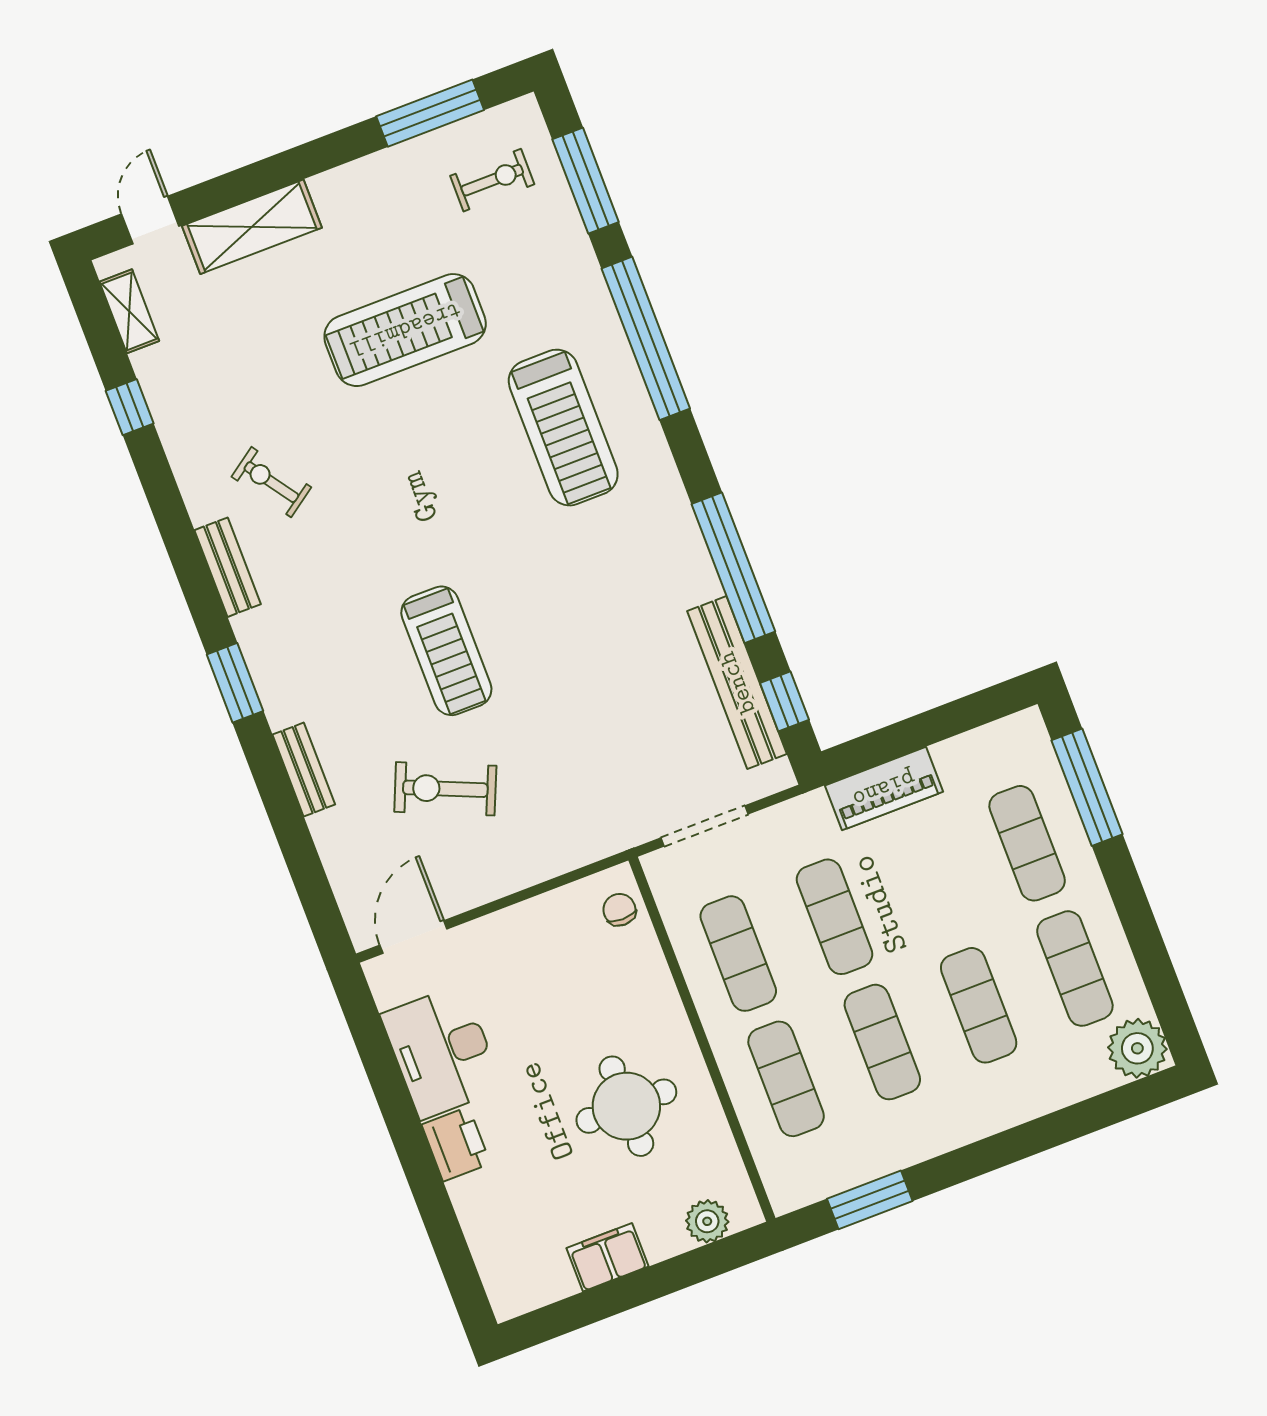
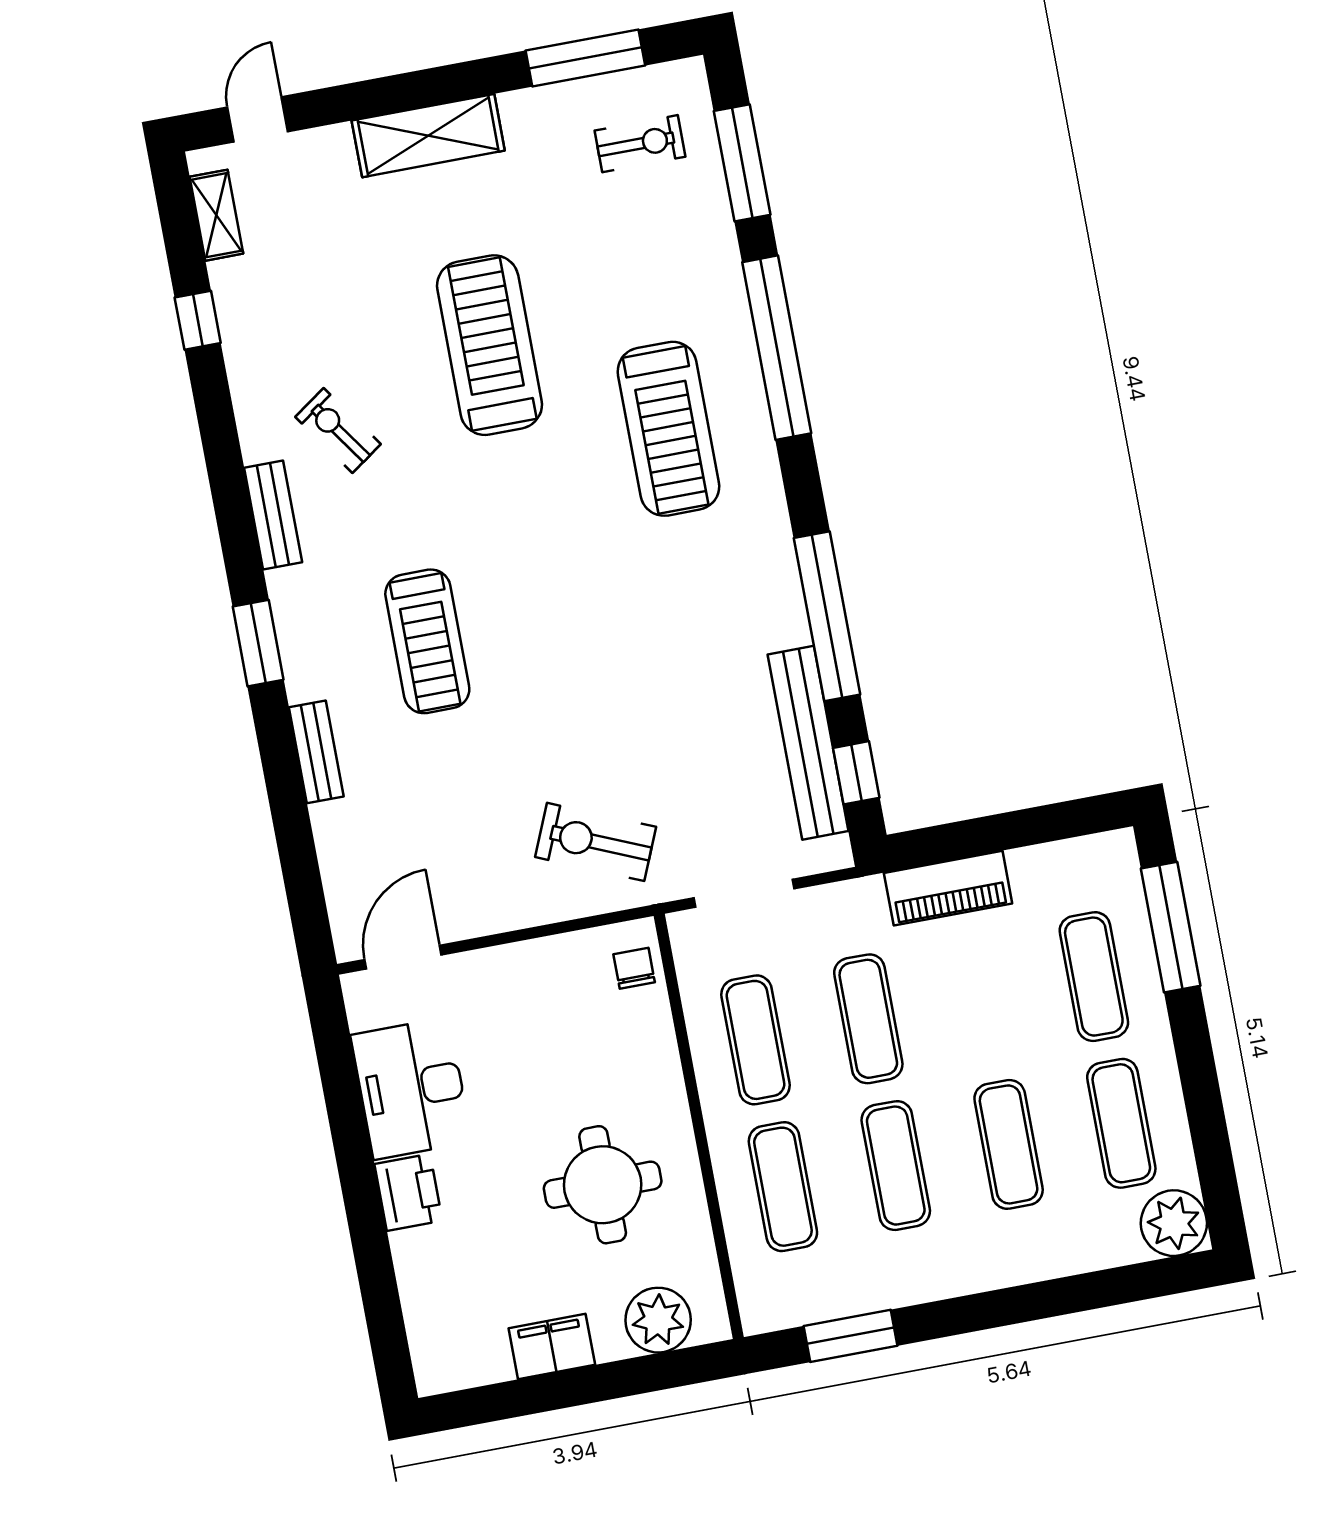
shelving: (252, 227) -> (428, 136), moved
treadmill: (405, 330) -> (489, 345), moved, turned 90
treadmill: (446, 651) -> (427, 641), moved
exercise bike: (445, 789) -> (596, 842), moved
plant: (707, 1221) -> (658, 1320), width x1.36, depth x1.36

